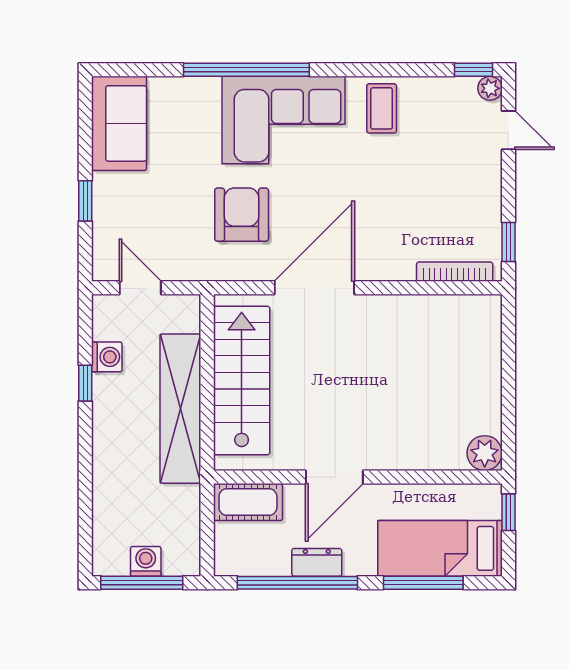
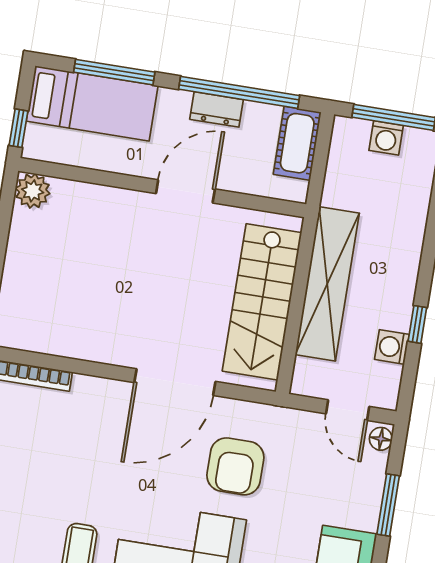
window: (85, 201) -> (388, 505), width x1.50
floor lamp: (103, 265) -> (381, 439), added
cot: (248, 502) -> (297, 143), moved, turned 90

